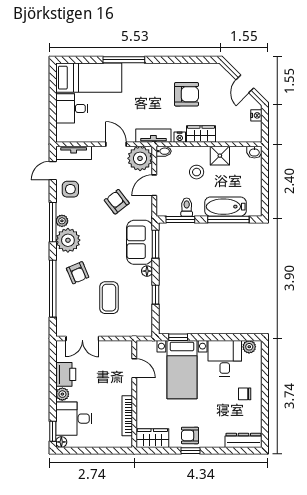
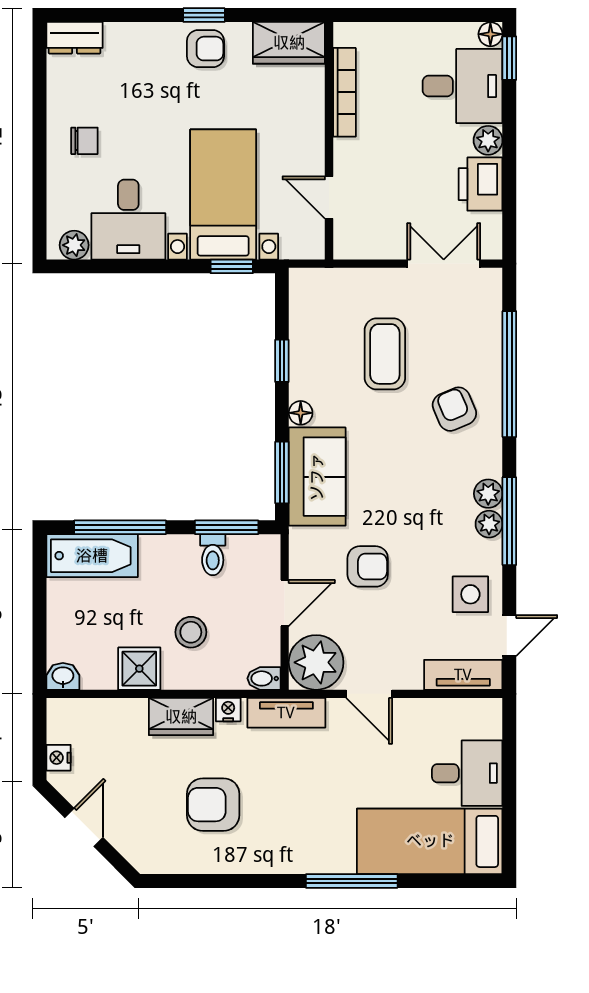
armchair: (117, 202) -> (368, 566), turned -52
bathtub: (225, 207) -> (92, 556), moved
plant: (68, 240) -> (488, 494), width x0.53, depth x0.53
dresser: (243, 440) -> (74, 38), width x0.70

